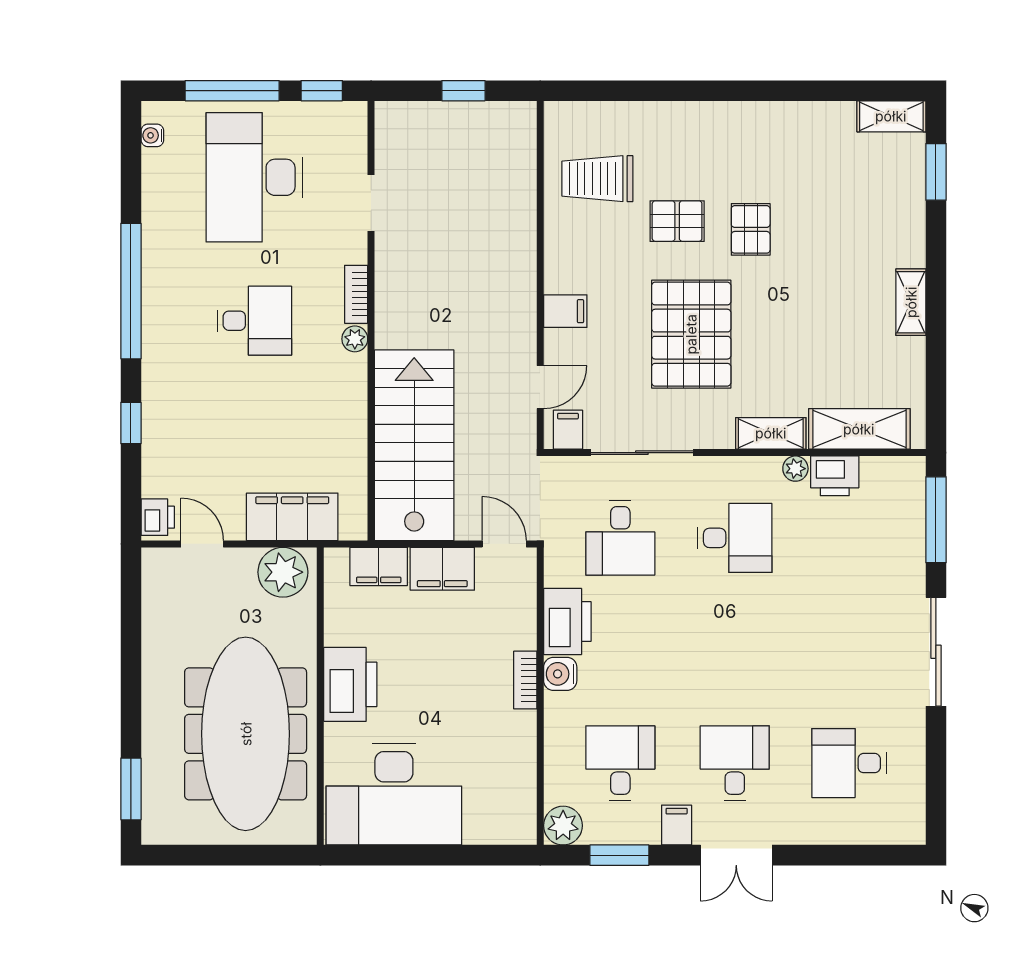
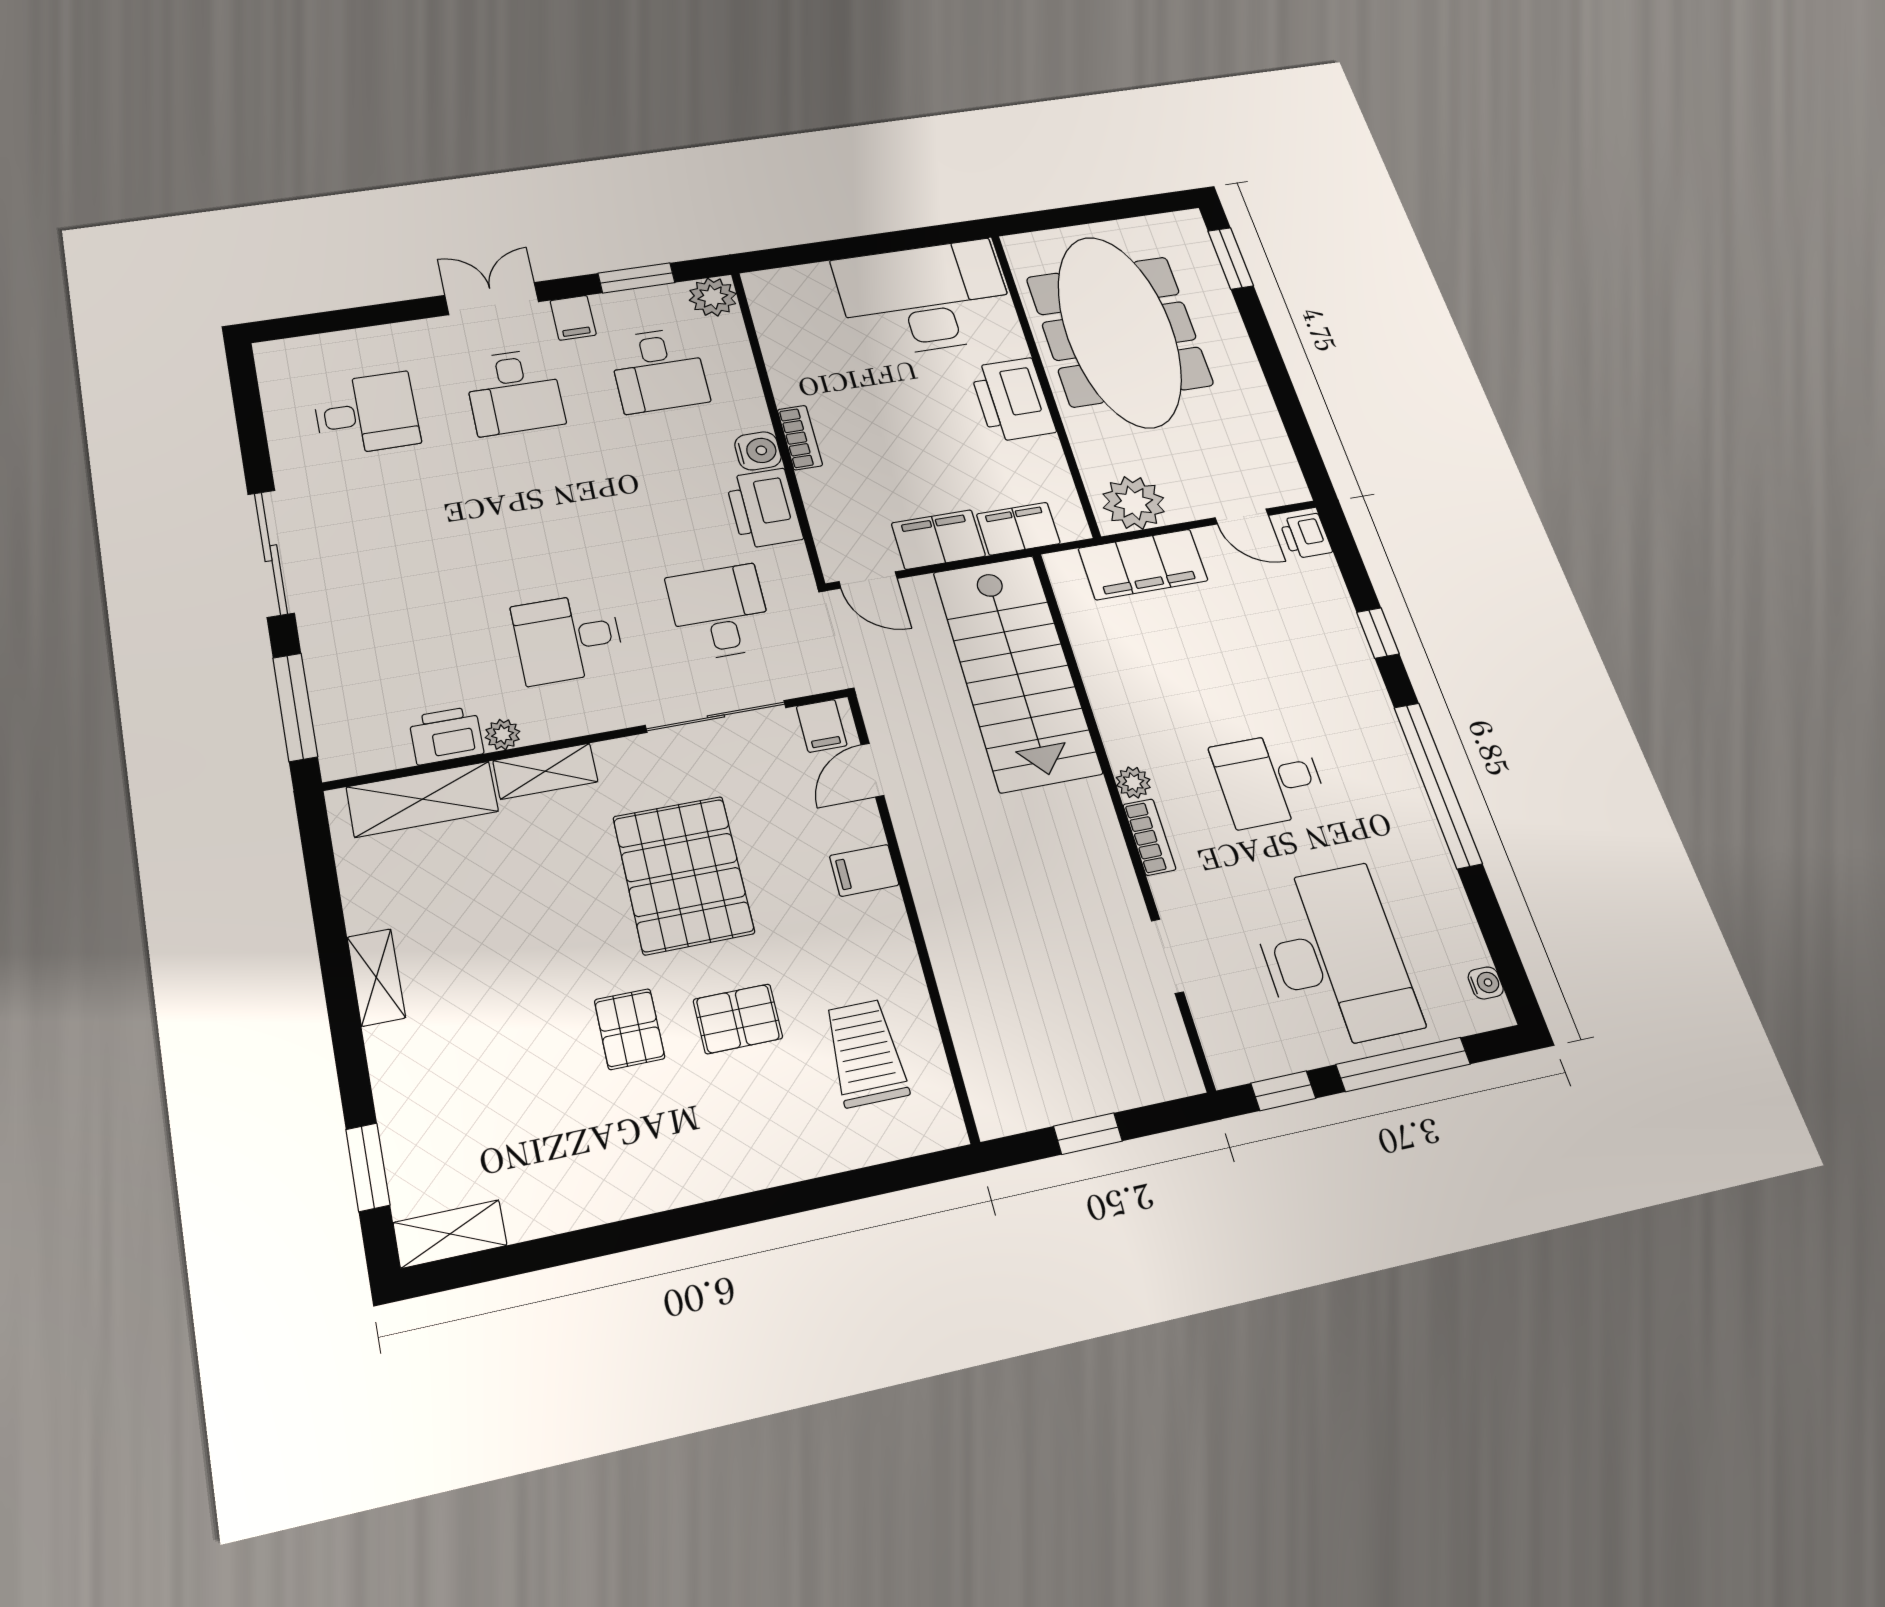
trolley: (597, 179) -> (865, 1053), turned -90

